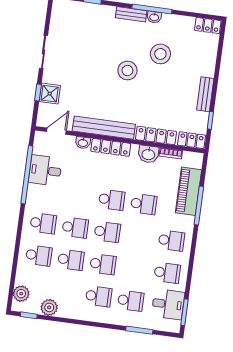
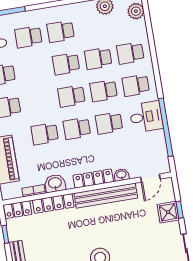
desk: (45, 170) -> (146, 117), moved
school desk: (80, 195) -> (109, 123), added

